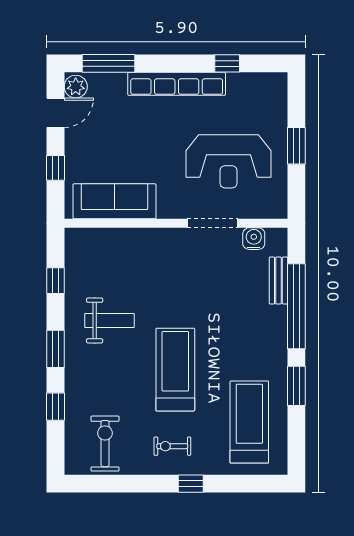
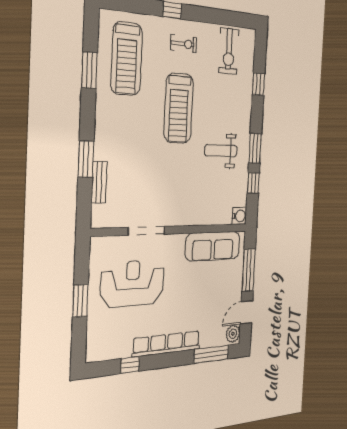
window: (56, 168) -> (249, 270), width x2.17
water cooler: (254, 239) -> (239, 216), moved, turned -90
window: (296, 306) -> (86, 159), width x0.47
window: (56, 349) -> (255, 148), moved
window: (296, 386) -> (89, 70), moved

